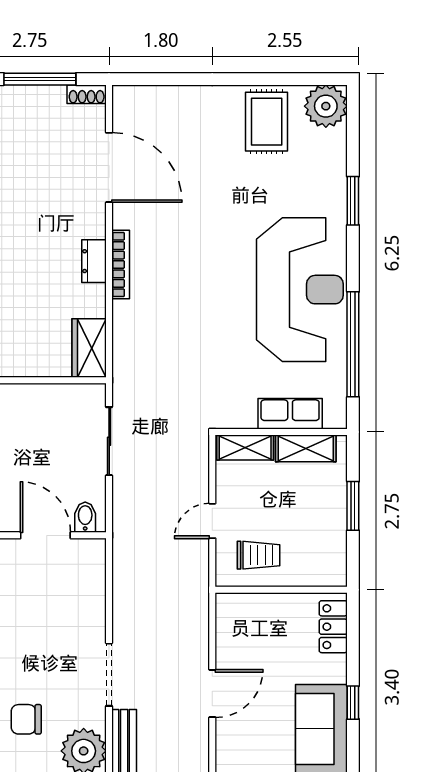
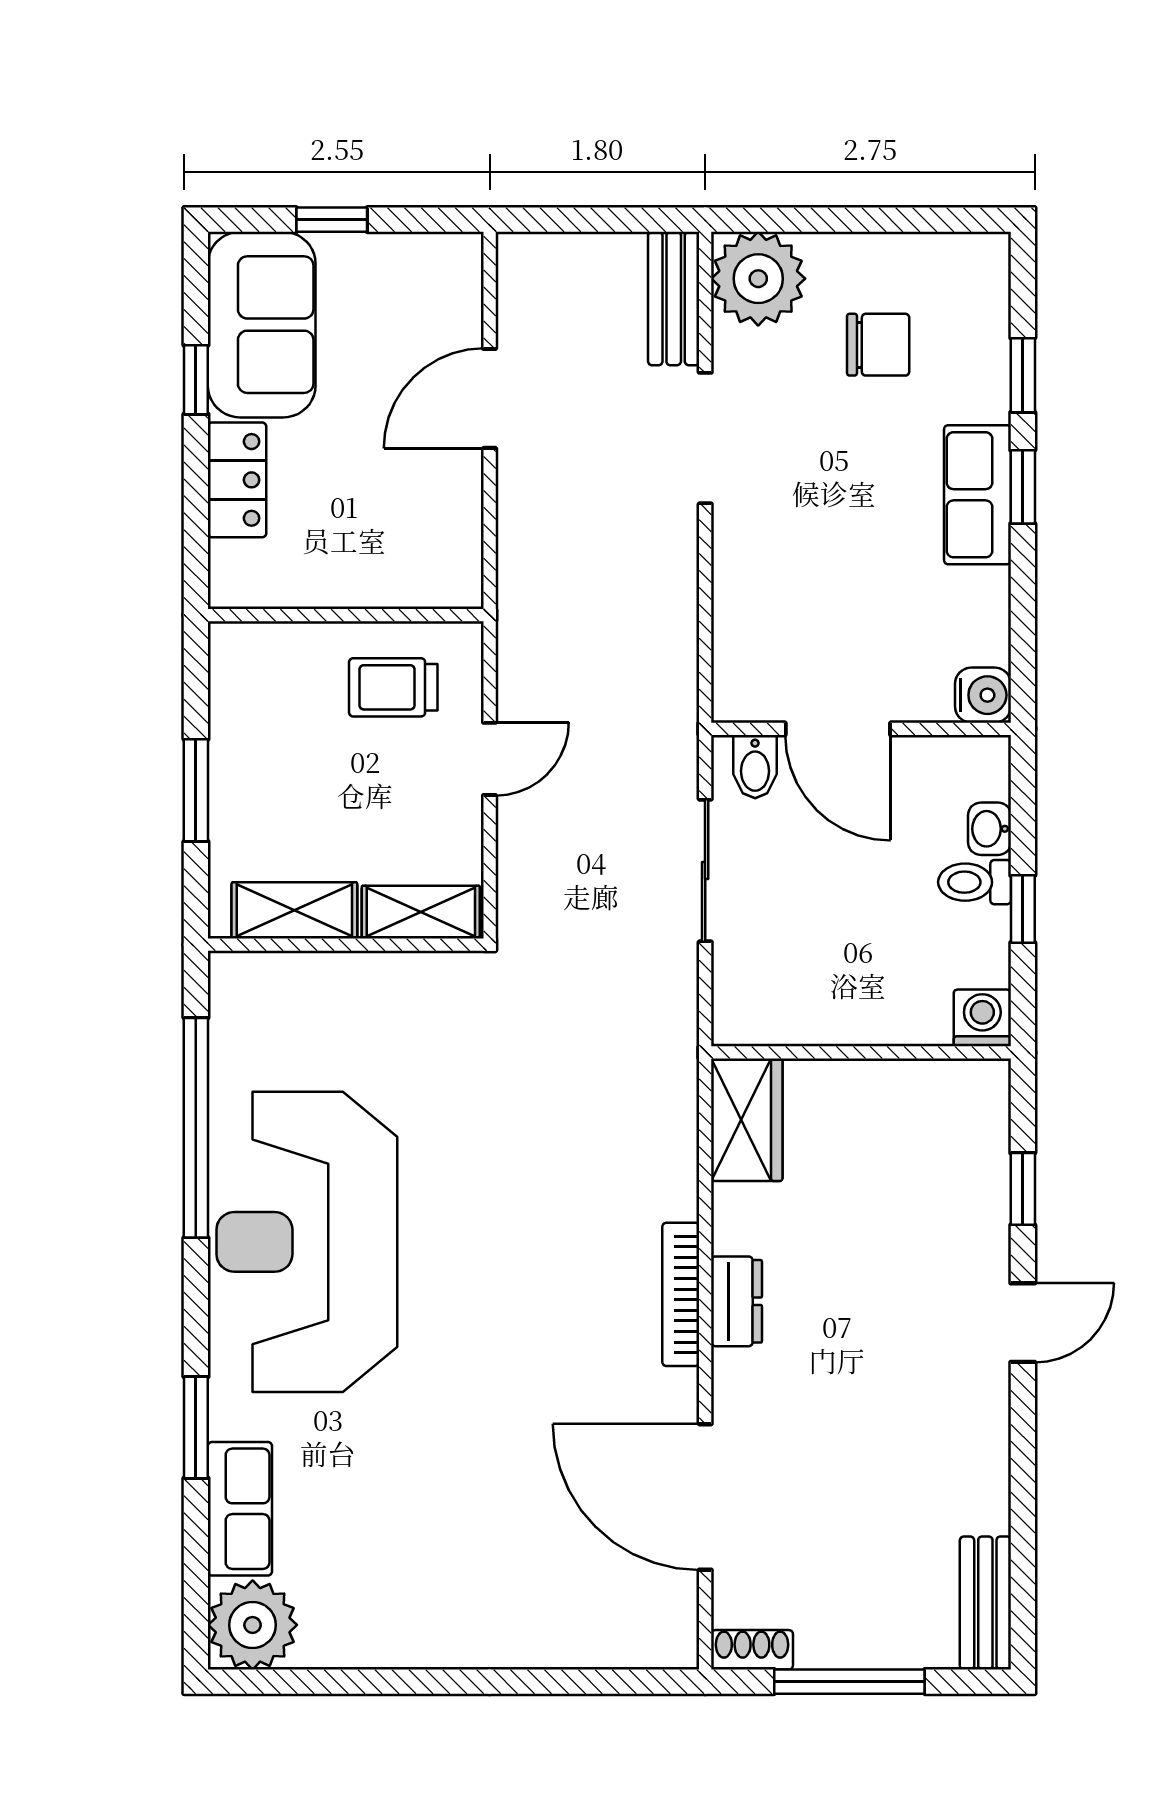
rug: (267, 122) -> (376, 1593), removed
row of seats: (290, 414) -> (240, 1509), moved, turned -90
sliding door: (109, 441) -> (705, 871), moved
locker: (333, 627) -> (237, 480), moved

